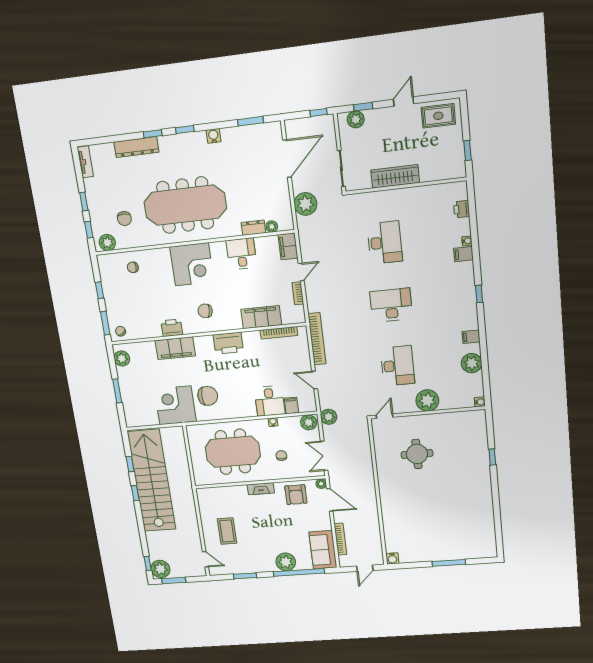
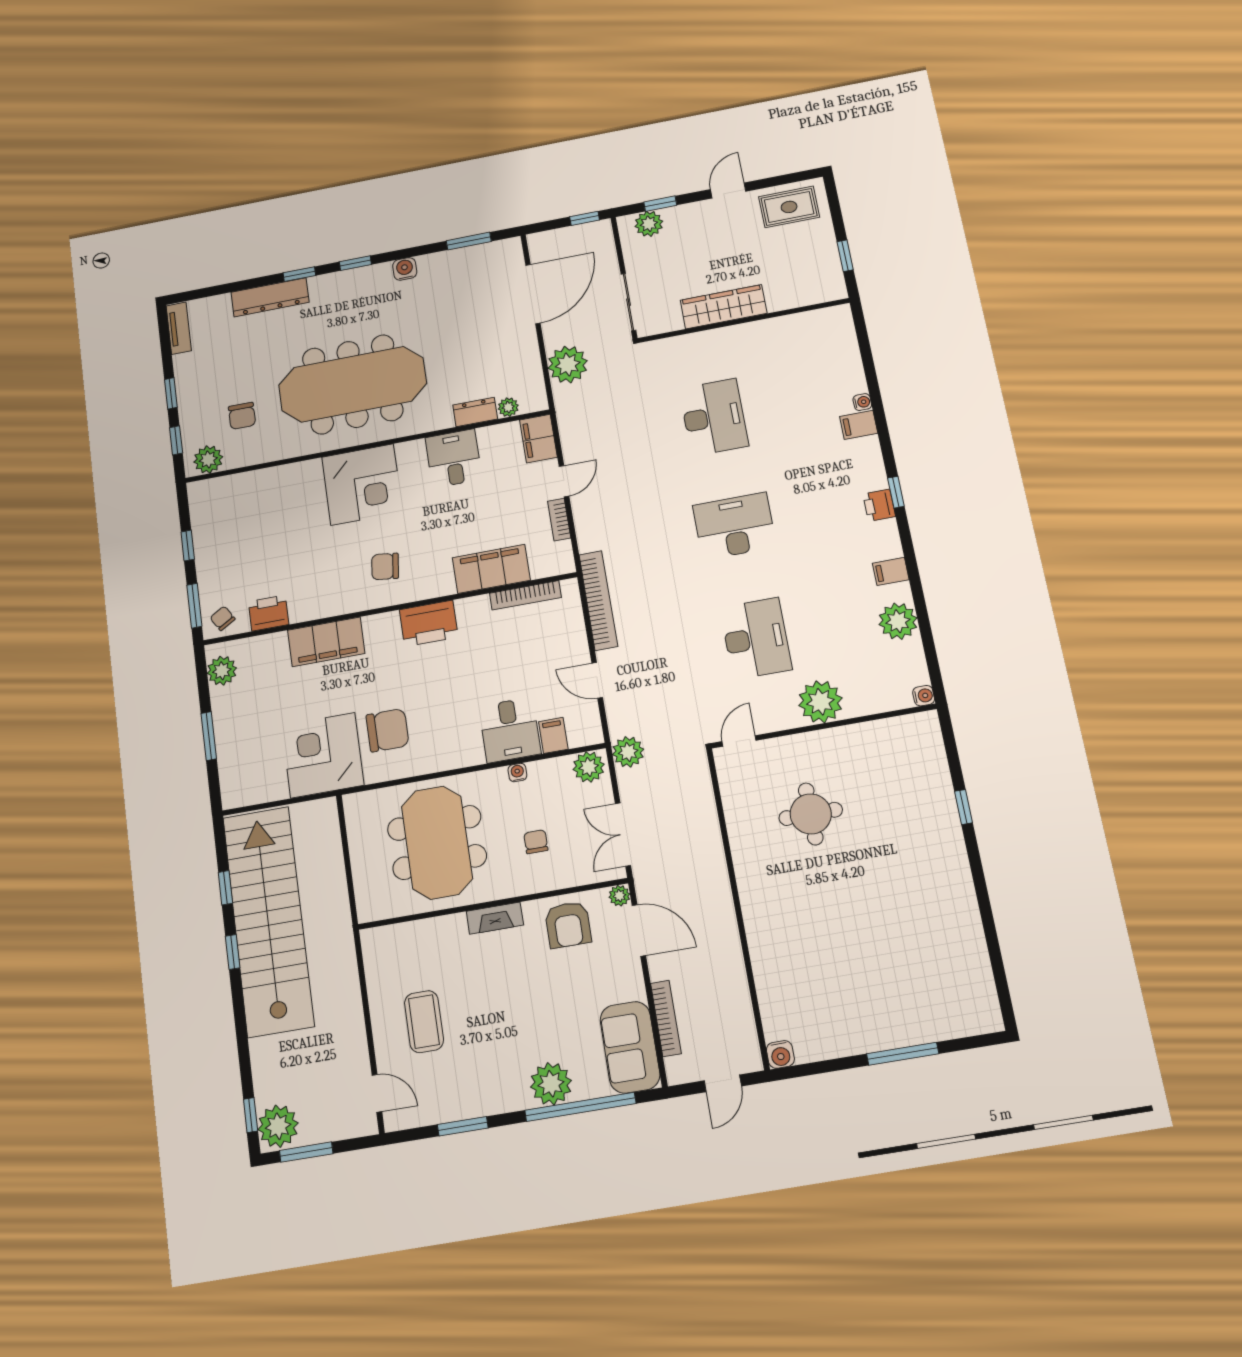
printer: (462, 209) -> (879, 505), moved
chair: (133, 267) -> (252, 499), removed
printer: (172, 328) -> (269, 613), moved
meeting table: (233, 452) -> (437, 842), turned 90

